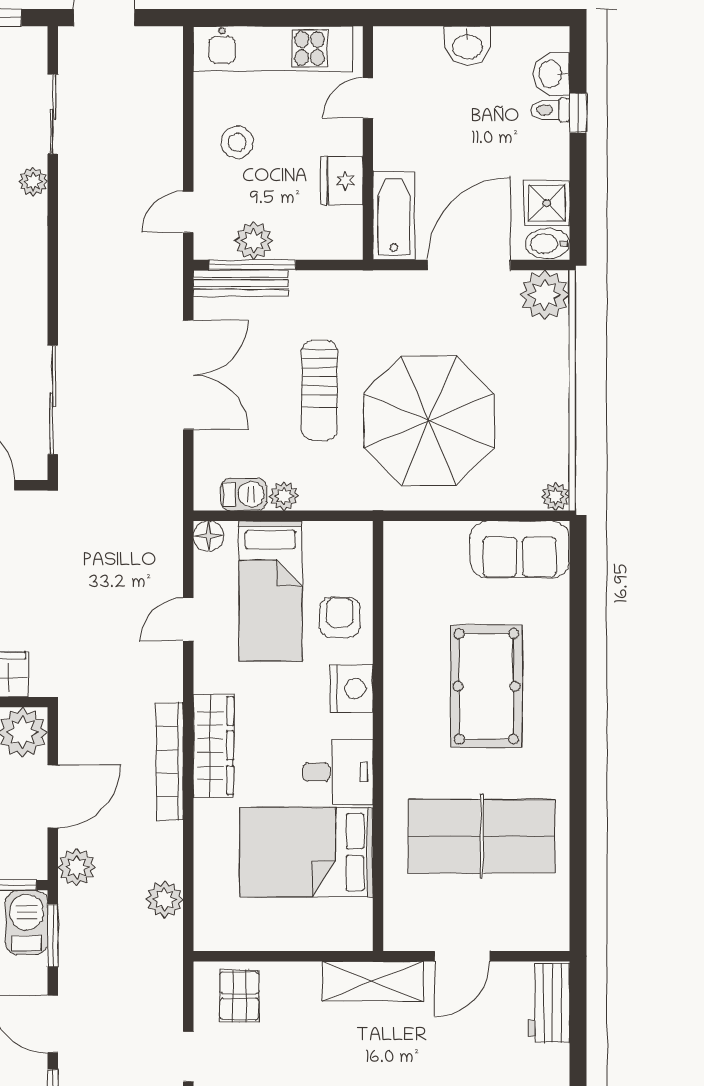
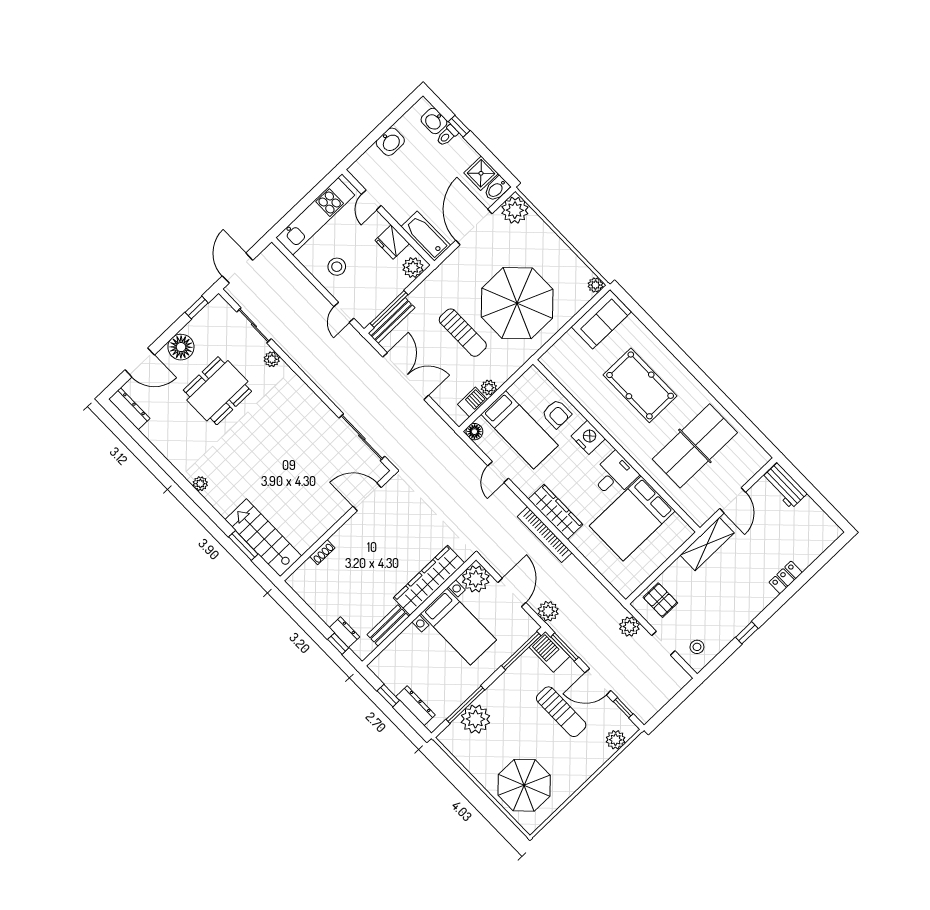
plant: (254, 241) -> (413, 268), moved
armchair: (340, 617) -> (557, 414), turned 180
plant: (165, 899) -> (629, 627), moved

